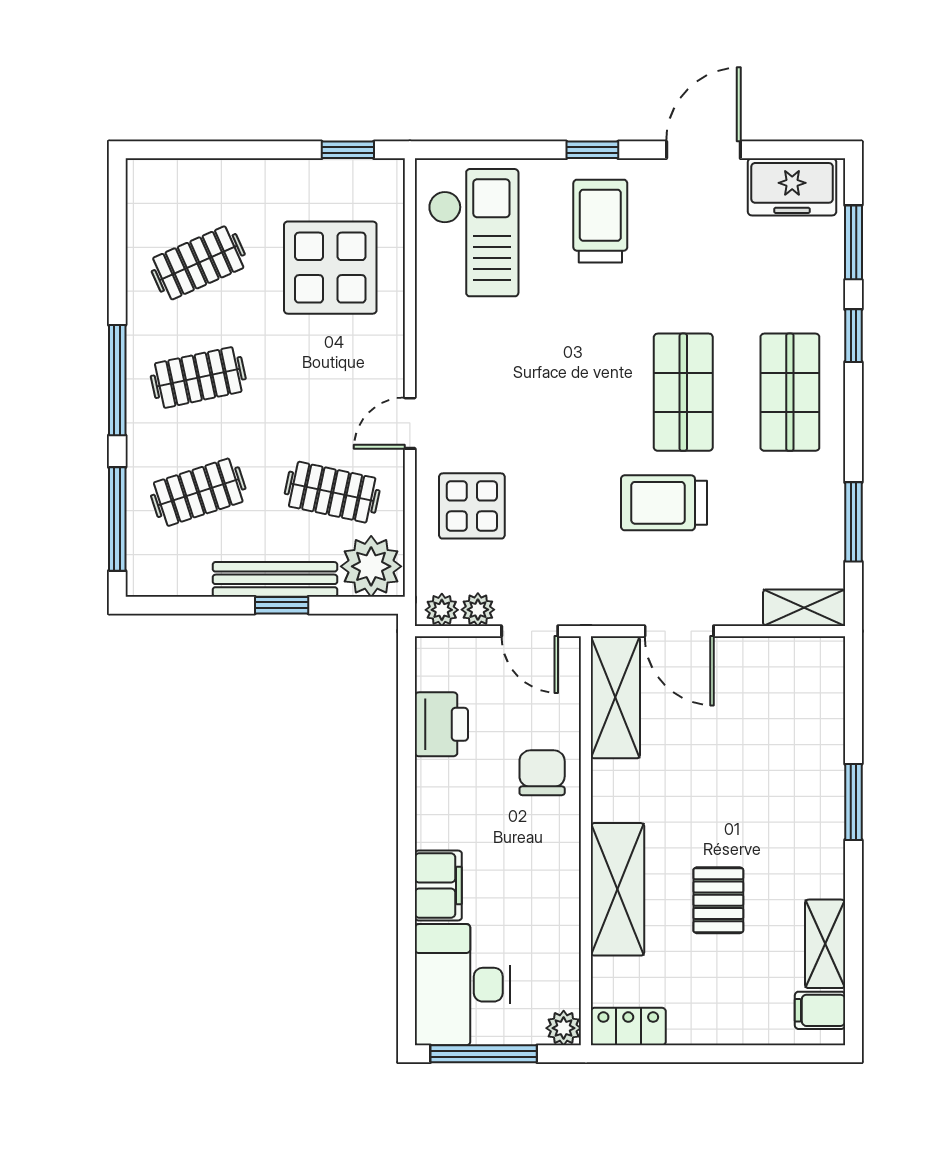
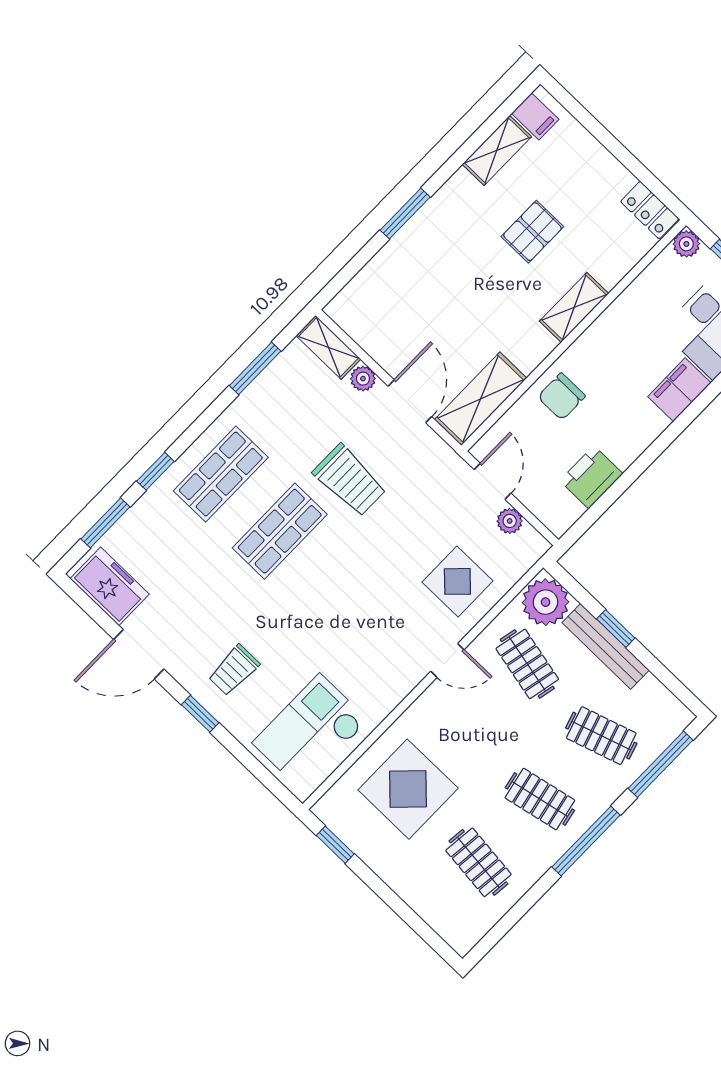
trolley: (600, 221) -> (234, 670), width x0.73, depth x0.72
clothes rail: (198, 263) -> (478, 862), turned 30
plant: (442, 610) -> (363, 379), moved
shelving: (618, 889) -> (574, 307), width x0.67, depth x0.75

